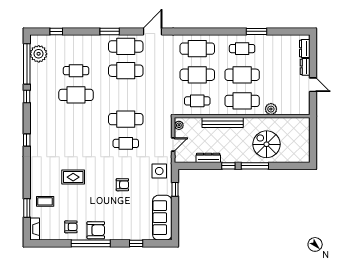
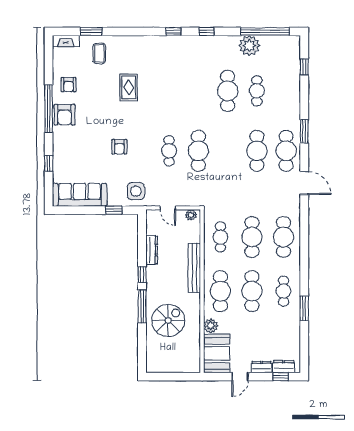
window: (313, 51) -> (281, 377), added
plant: (39, 54) -> (249, 46), moved
window: (27, 97) -> (206, 31), moved
booth: (294, 104) -> (217, 353), added

